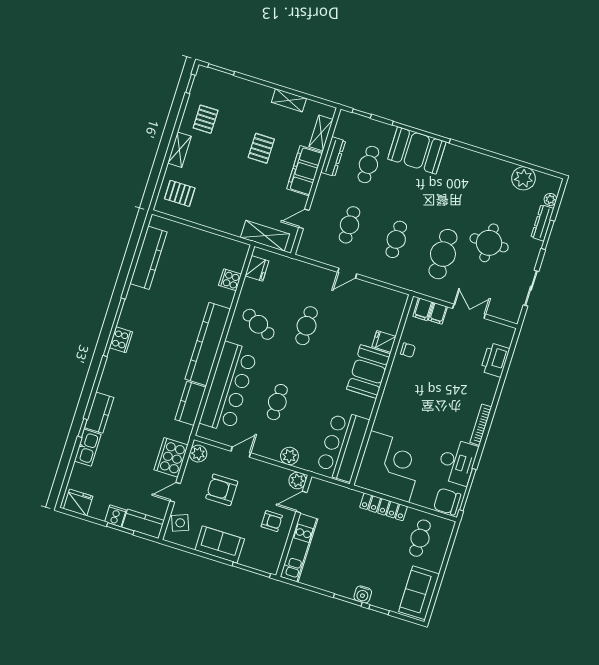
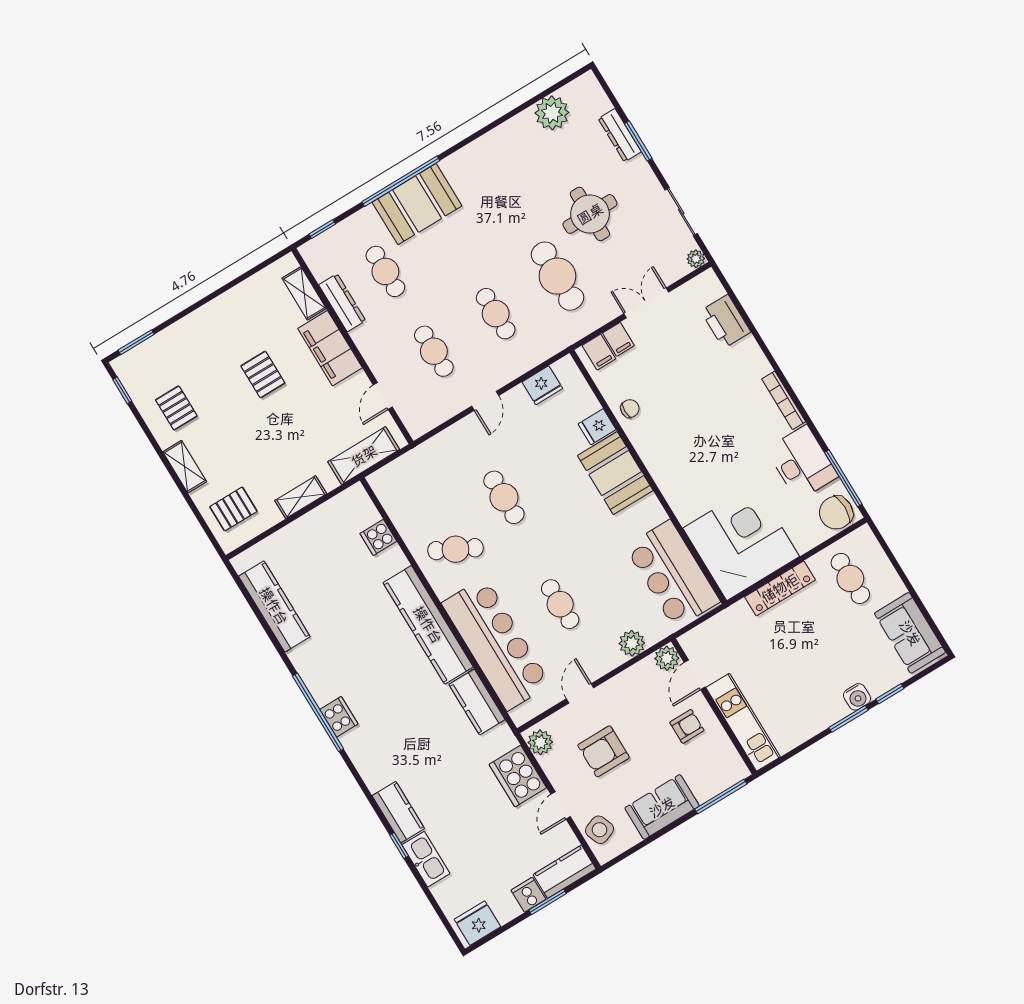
shelving: (289, 100) -> (301, 497), moved
plant: (550, 199) -> (696, 259), moved
fridge: (257, 268) -> (542, 385), moved, turned 90

